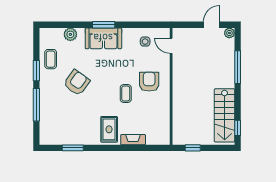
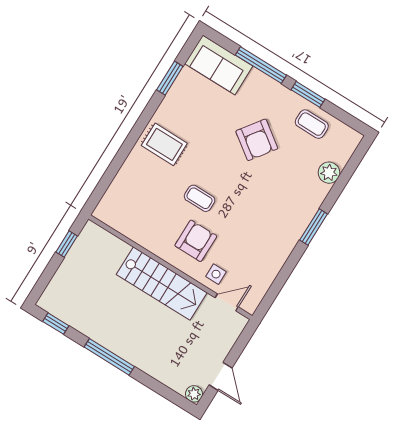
sofa: (103, 38) -> (219, 65), moved, turned -90
side table: (145, 42) -> (216, 274), moved
window: (238, 67) -> (109, 357), moved
armchair: (149, 82) -> (196, 241), turned -90
stairs: (225, 115) -> (162, 284), moved, turned 180
fireplace: (133, 140) -> (129, 169), removed

